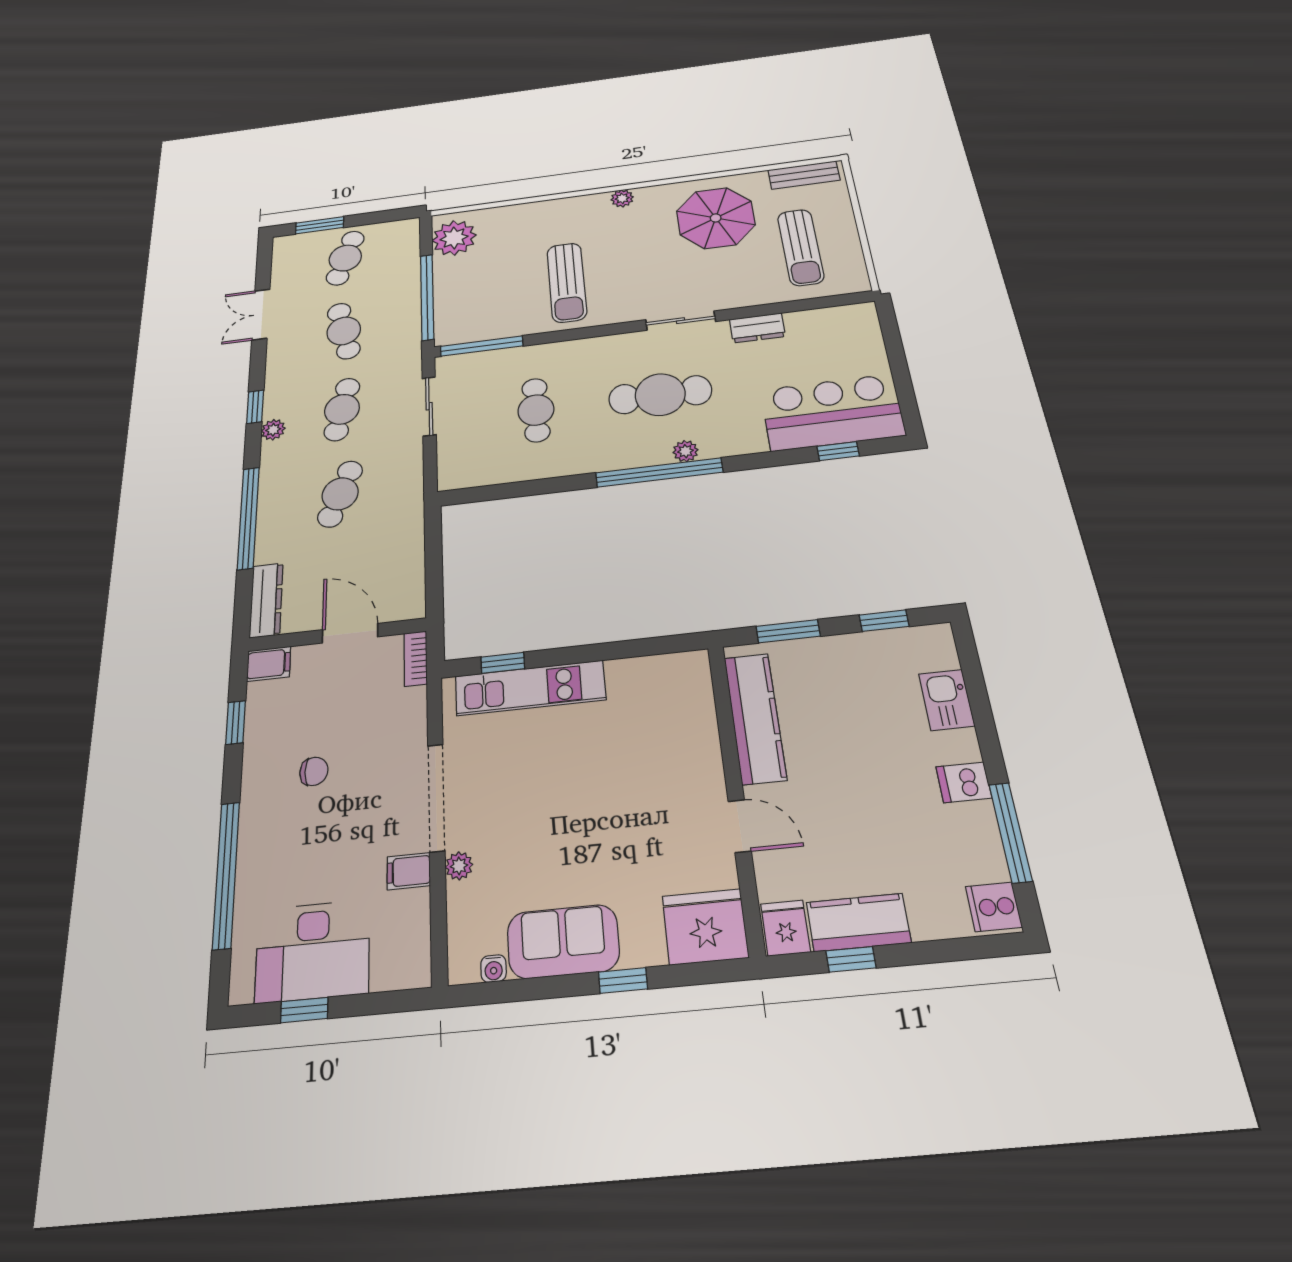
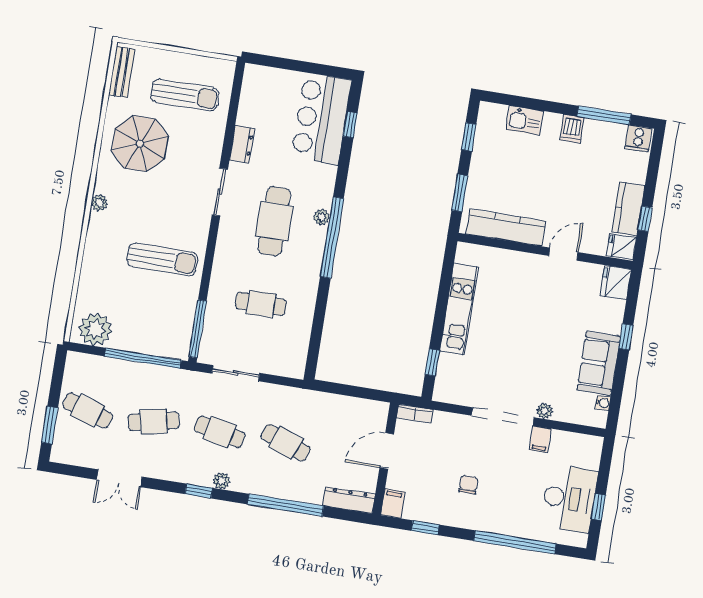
kitchen unit: (530, 688) -> (459, 309), moved
fridge: (705, 927) -> (616, 283), width x0.73, depth x0.75

